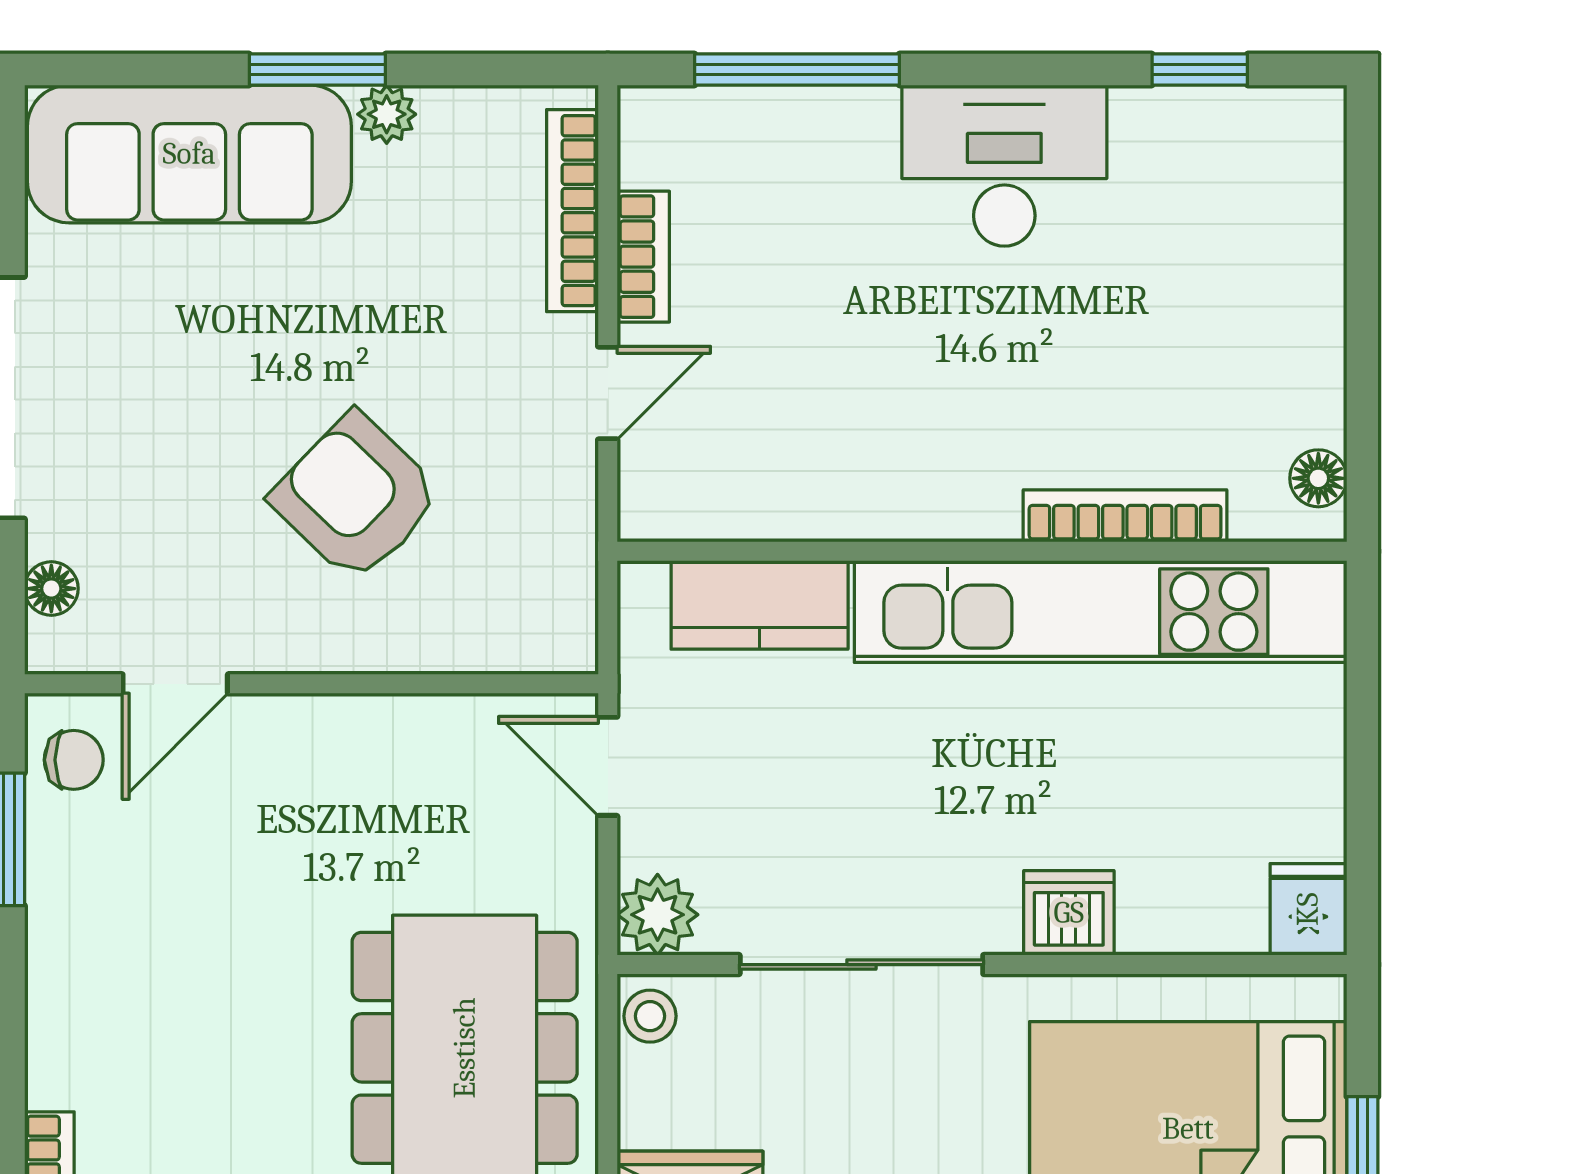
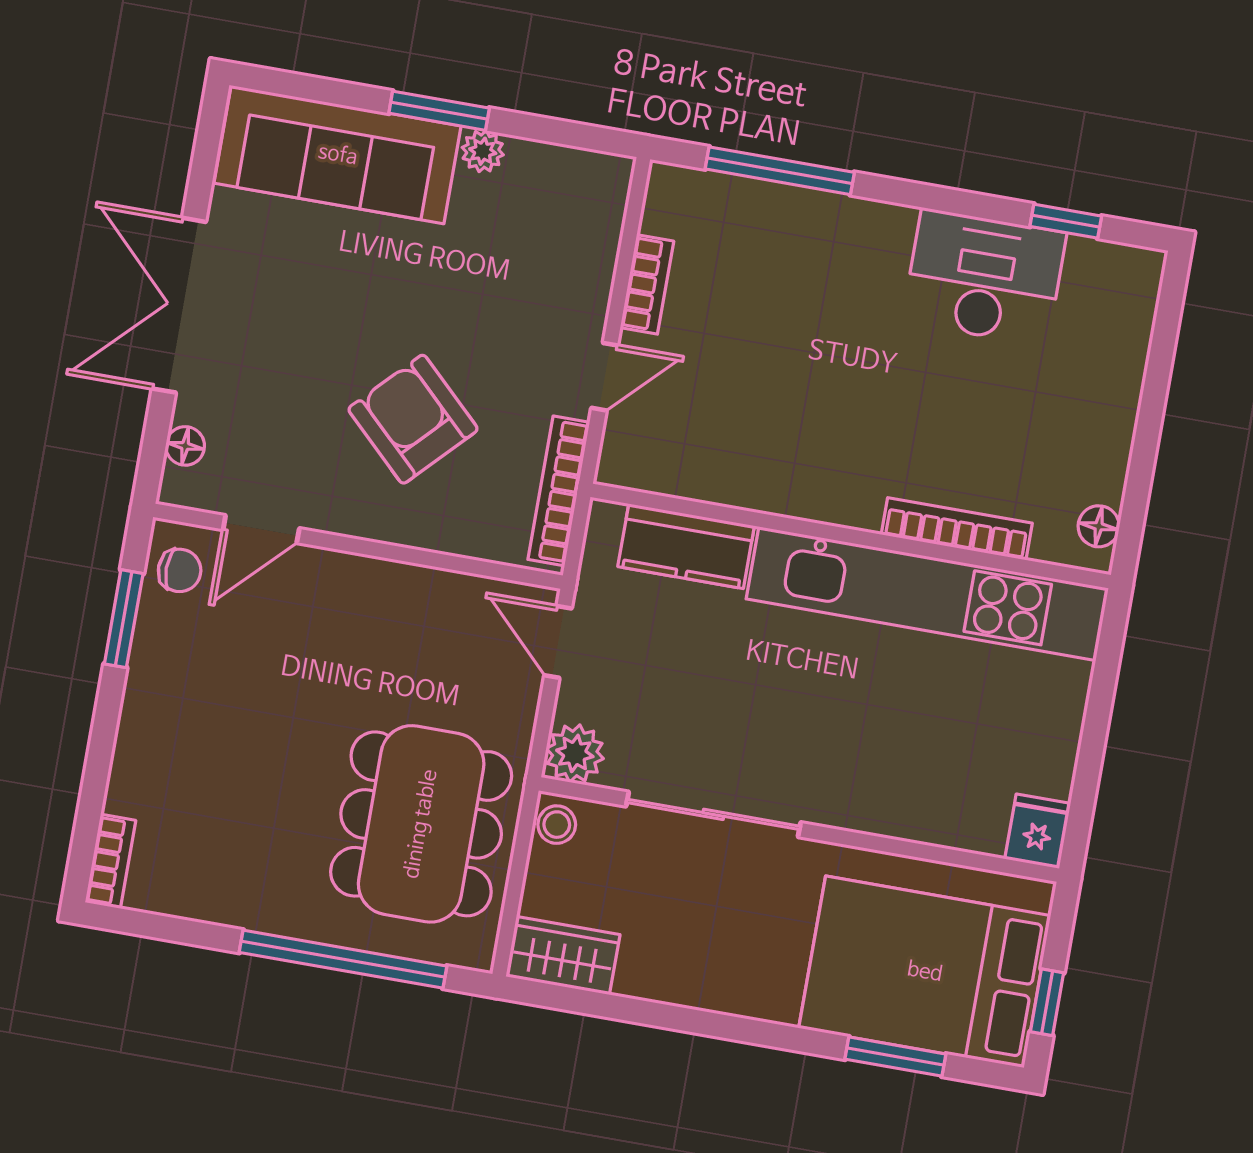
desk: (1004, 166) -> (984, 277), moved
bookcase: (572, 211) -> (559, 491), moved
dishwasher: (1069, 913) -> (867, 804), removed

